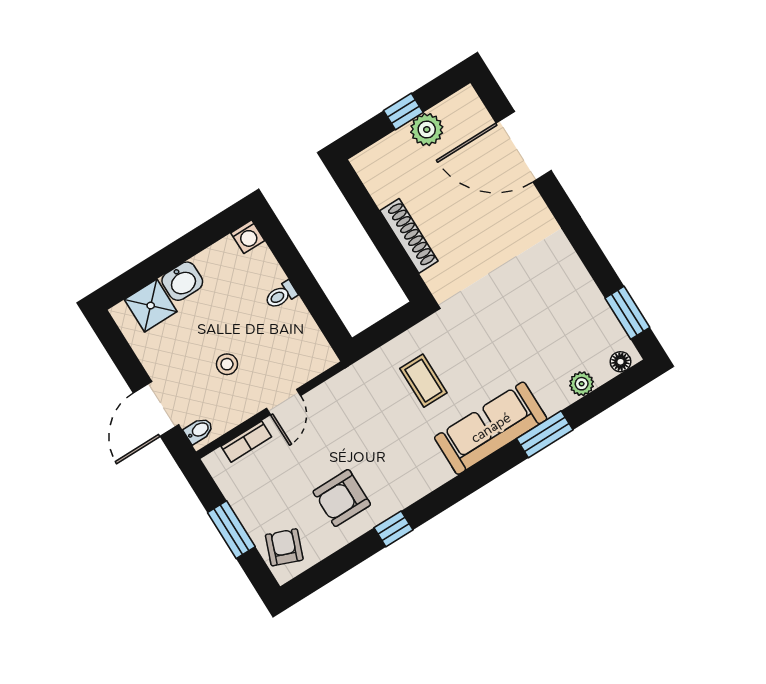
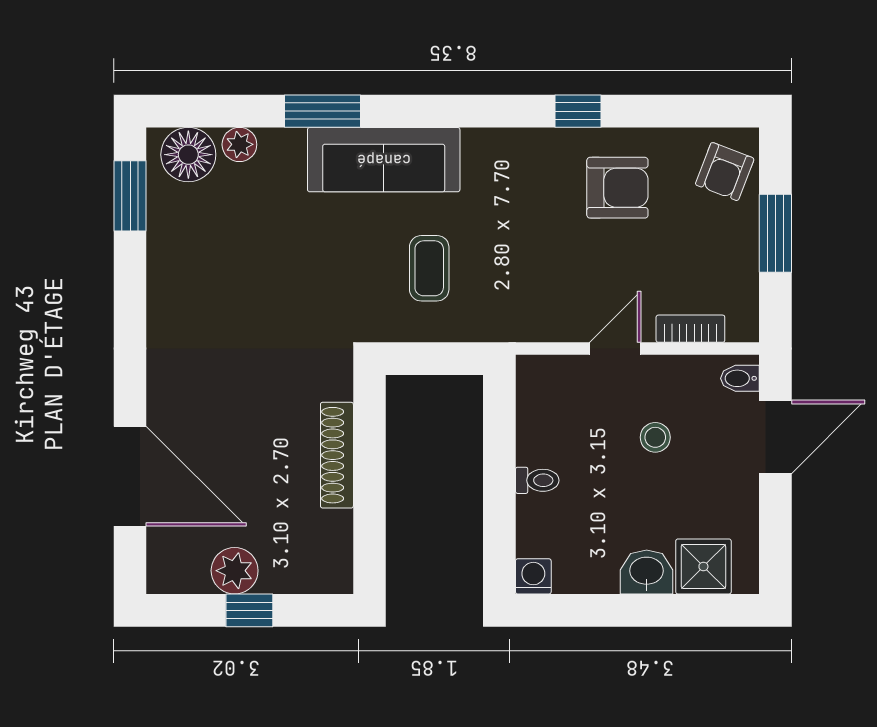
floor lamp: (620, 362) -> (188, 155), width x1.89, depth x1.89

